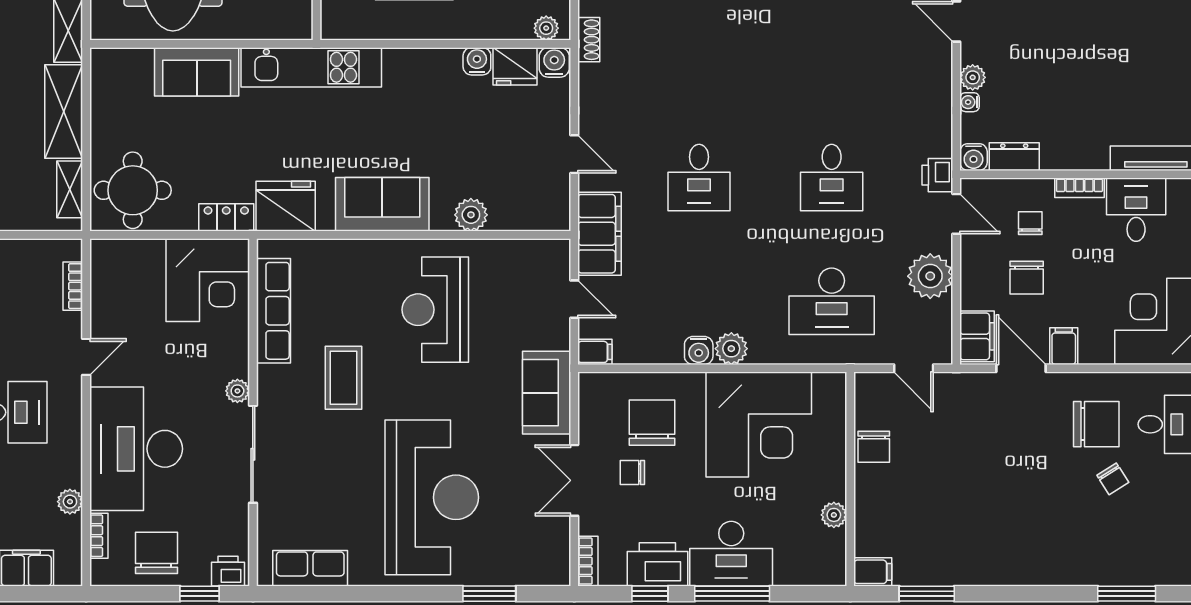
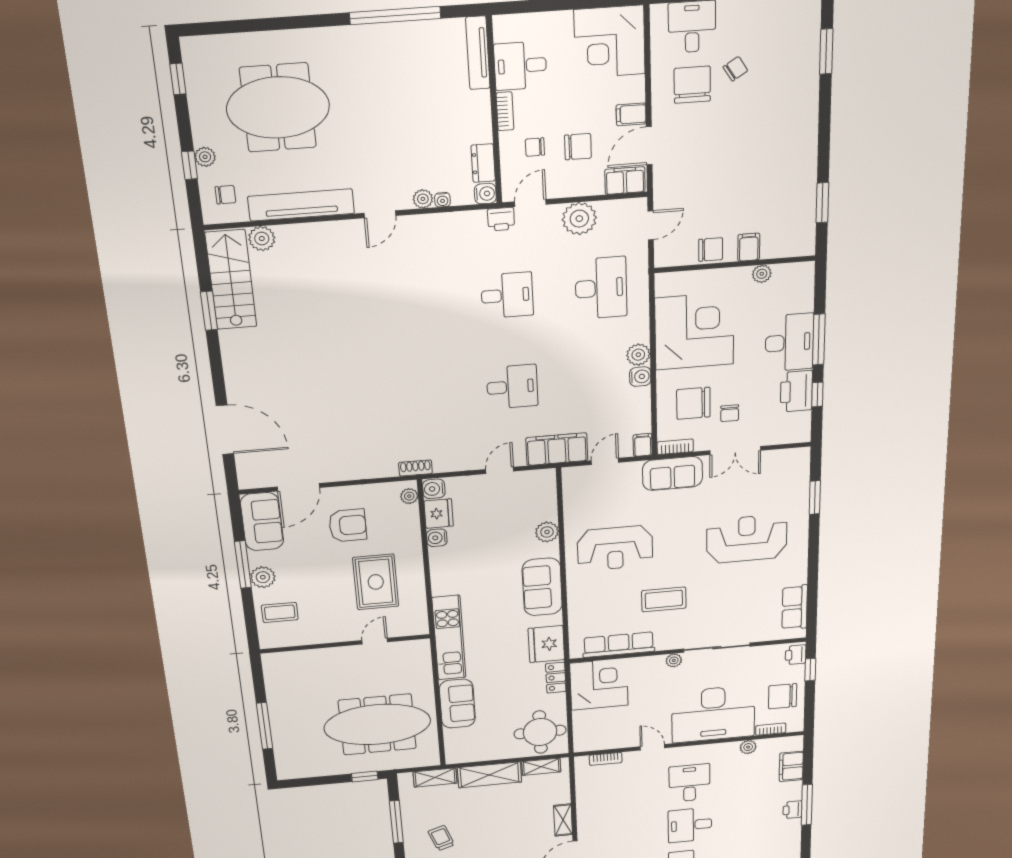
reception desk: (432, 497) -> (747, 539), width x0.74, depth x0.77
bookcase: (588, 561) -> (675, 447), moved
filing cabinet: (873, 572) -> (749, 247), moved

